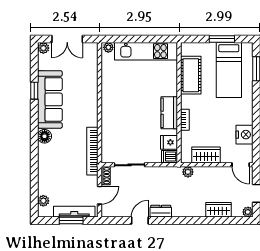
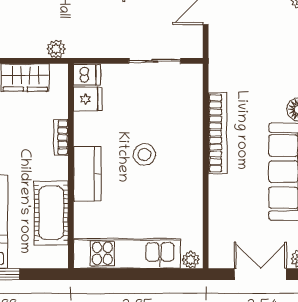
stool: (136, 110) -> (144, 155), added
kitchen counter: (169, 113) -> (87, 174), moved
bookcase: (92, 151) -> (218, 133), moved
shoe rack: (106, 176) -> (195, 43), removed

